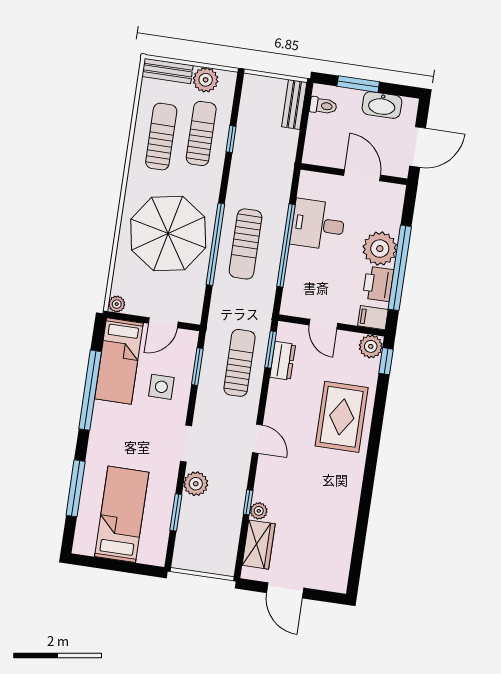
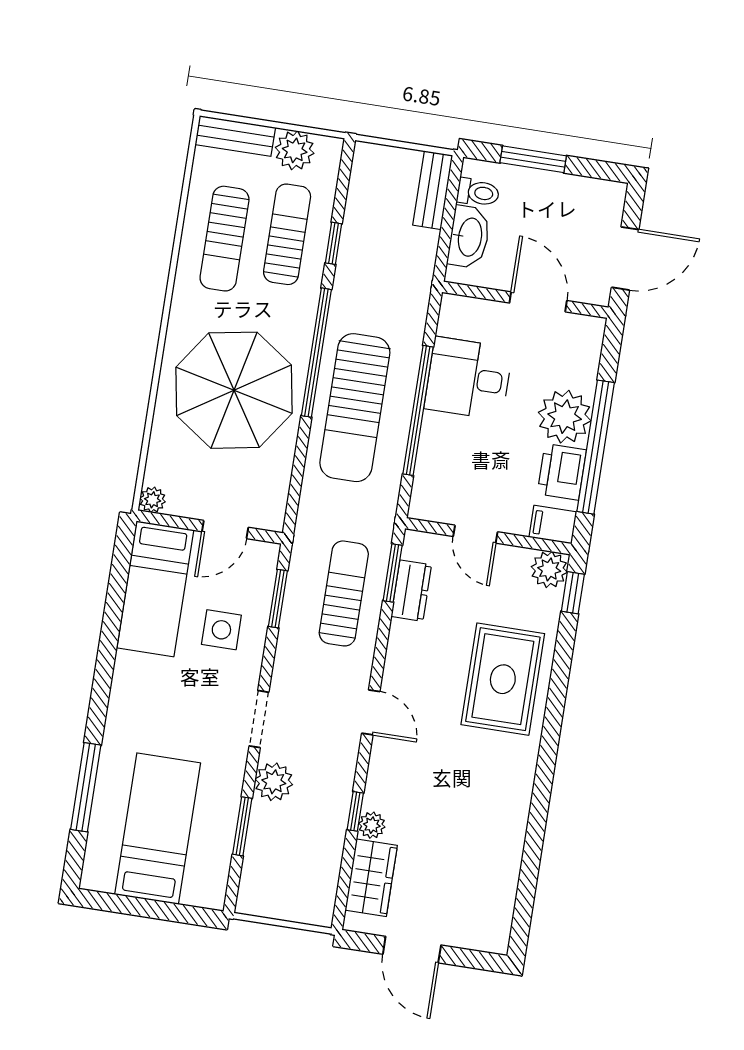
washbasin: (382, 105) -> (469, 237), moved, turned -90
sun lounger: (161, 137) -> (224, 239), turned 180
window: (215, 244) -> (316, 353), moved
sun lounger: (246, 244) -> (355, 408), width x1.36, depth x1.34
window: (90, 390) -> (110, 634), removed

